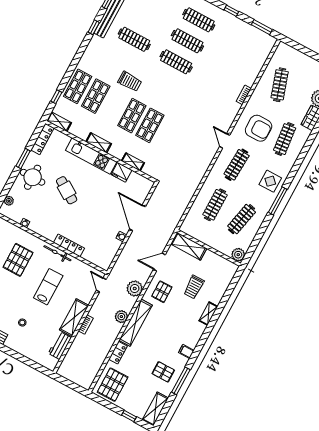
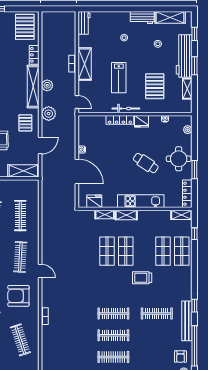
shelving: (99, 143) -> (126, 215), moved
fridge: (122, 172) -> (94, 201), moved
fridge: (49, 233) -> (141, 121), added
workbench: (60, 346) -> (84, 23), moved

